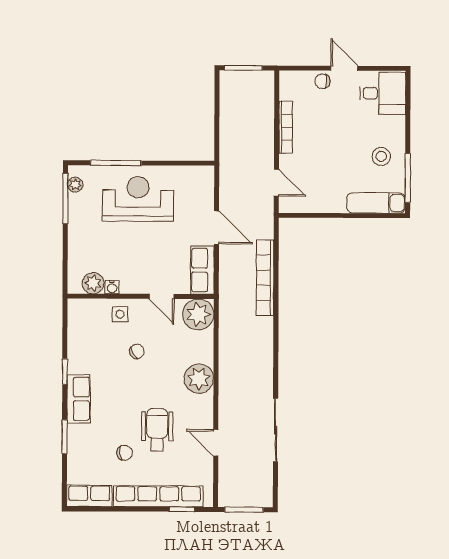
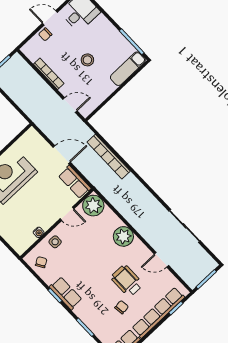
stool: (381, 156) -> (87, 60), moved
plant: (93, 283) -> (27, 239), removed
chair: (137, 351) -> (41, 262), moved
row of seats: (79, 399) -> (66, 293), moved

